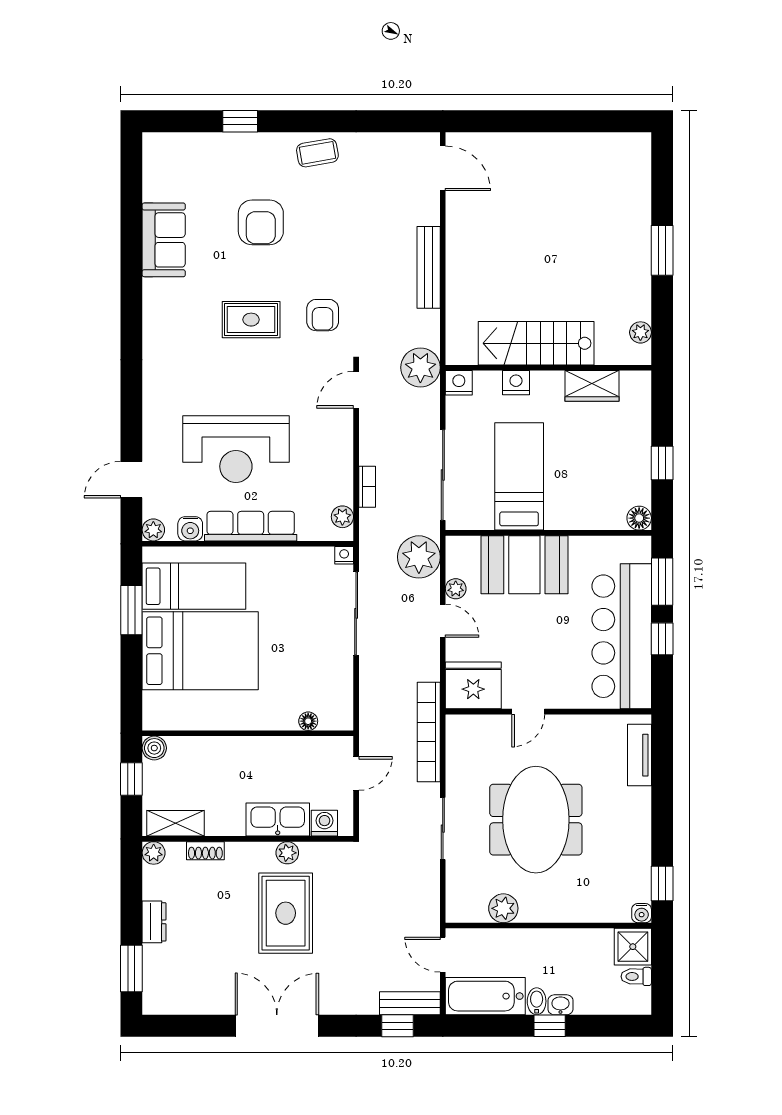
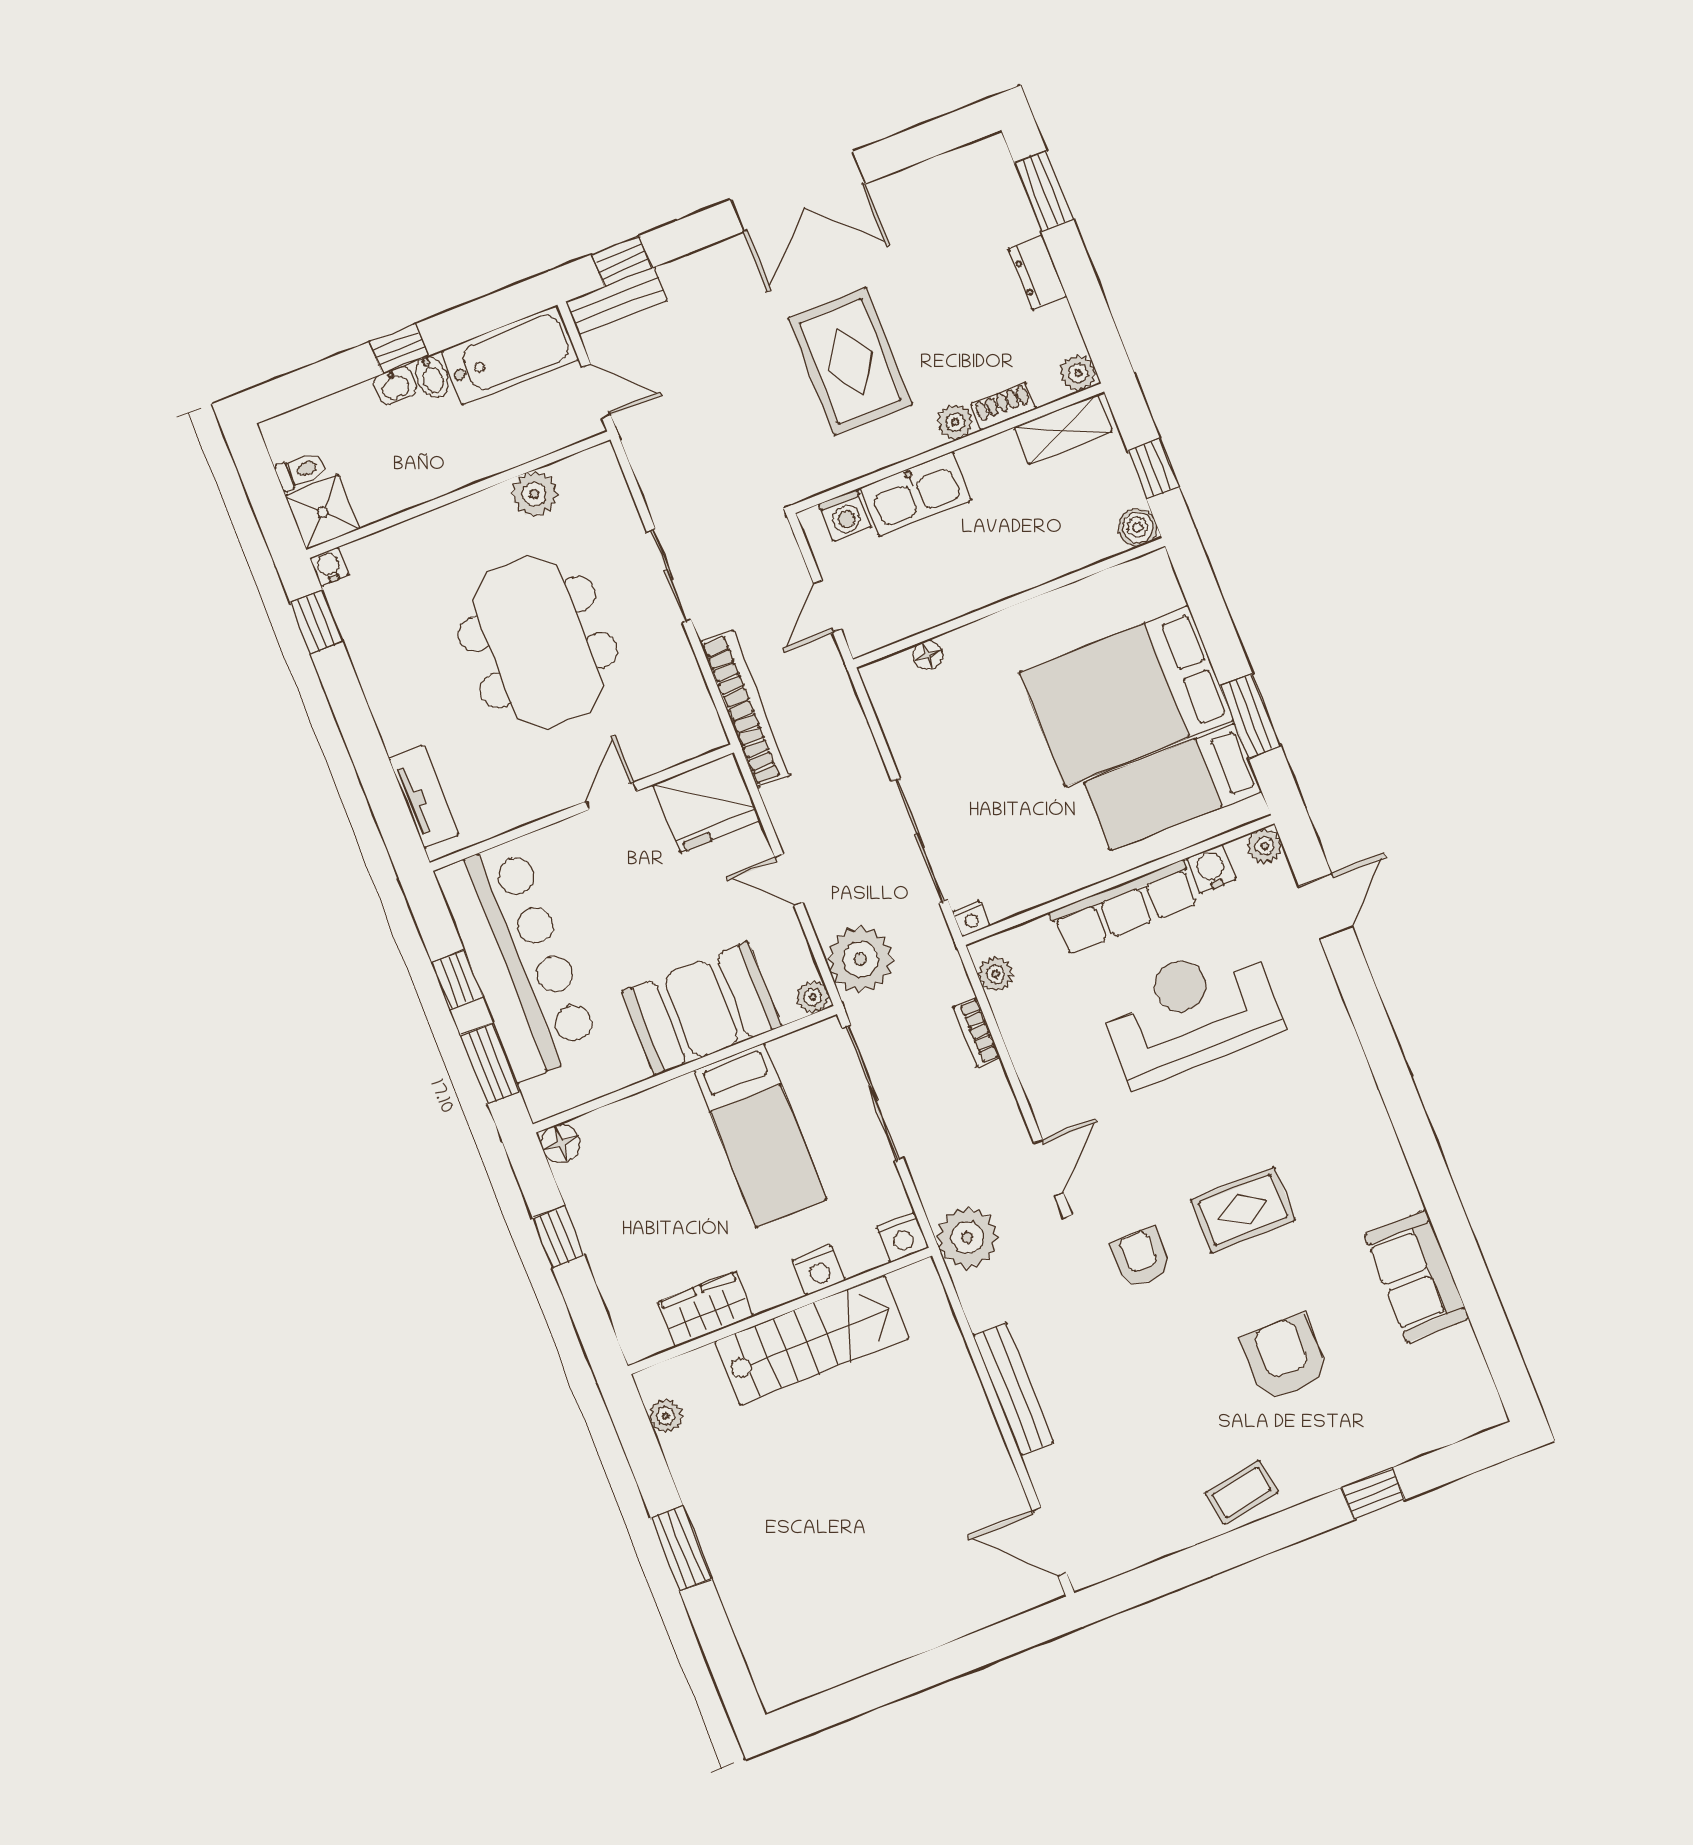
plant: (456, 589) -> (813, 997), moved
plant: (287, 853) -> (955, 422), moved

